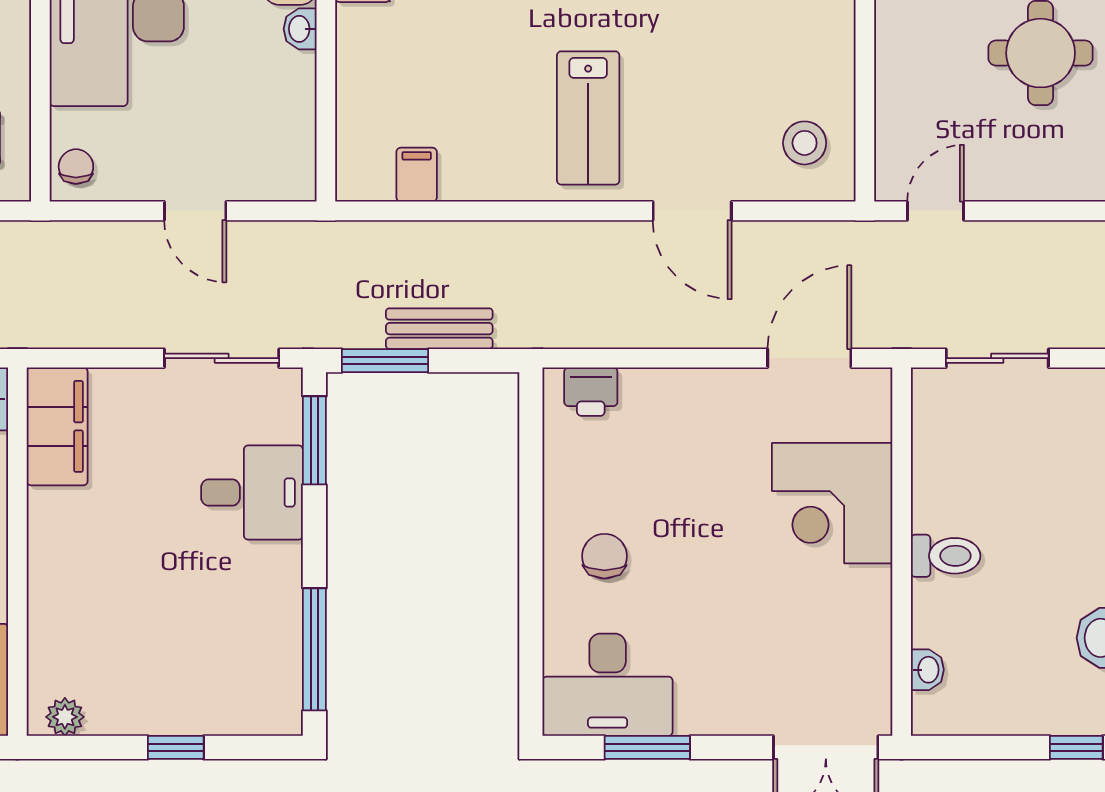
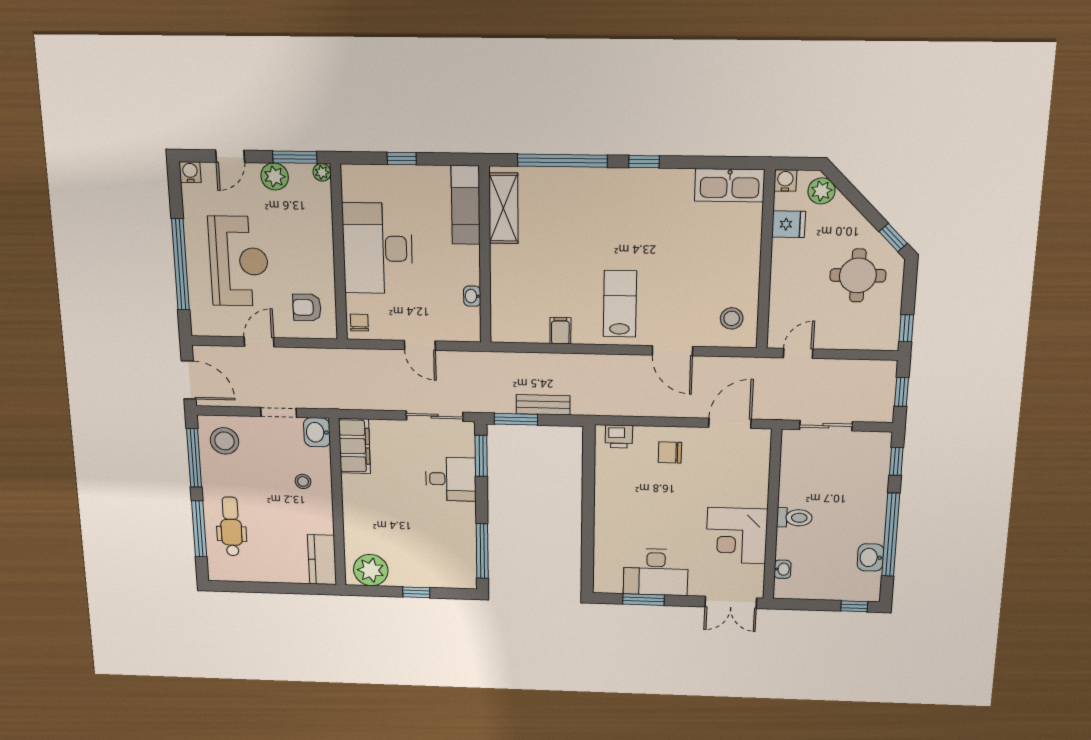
washbasin: (300, 29) -> (472, 296), moved
lab bench: (588, 118) -> (620, 304), turned 180
filing cabinet: (417, 175) -> (560, 331), moved
corner desk: (832, 503) -> (737, 536), moved
chair: (604, 556) -> (670, 452), moved, turned -90
desk: (608, 685) -> (656, 572), moved
plant: (65, 717) -> (371, 570), width x1.87, depth x1.87

